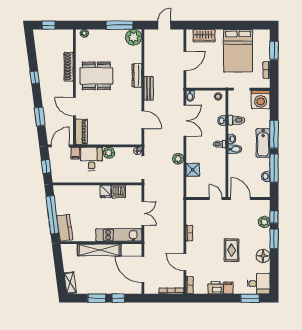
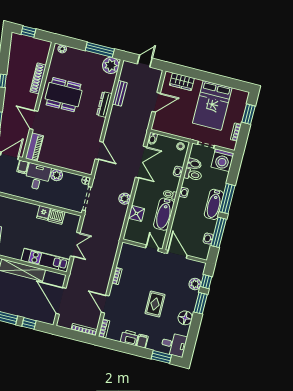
bench: (149, 88) -> (120, 93), moved
bidet: (235, 149) -> (194, 164), moved
bathtub: (218, 164) -> (164, 214), added

